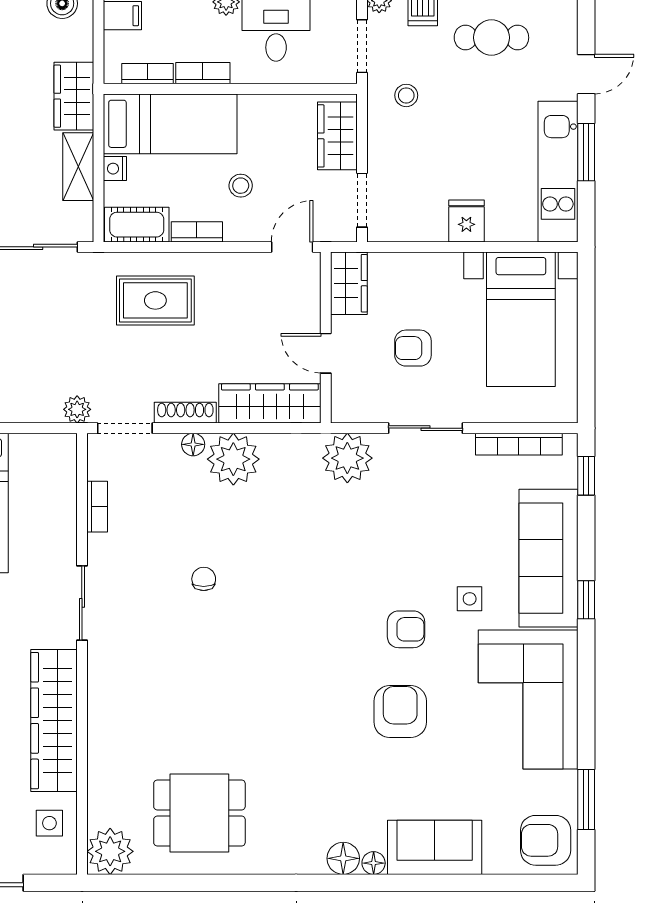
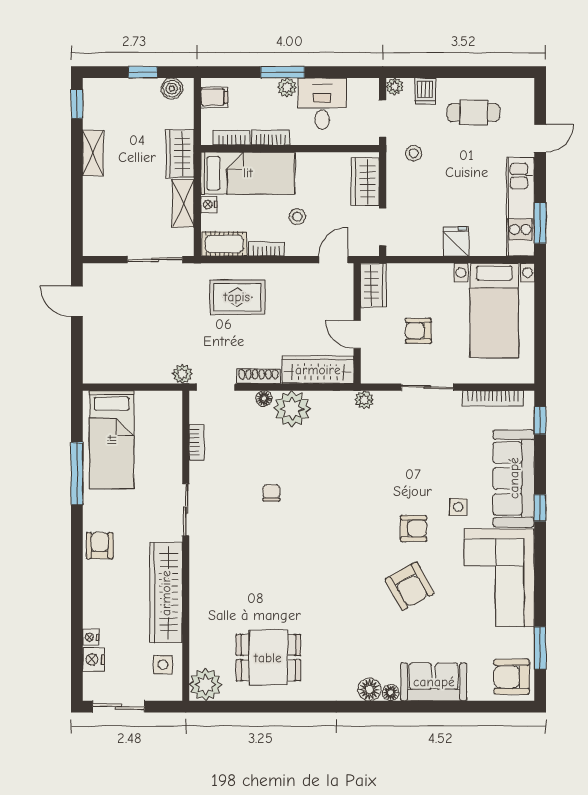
window: (586, 152) -> (540, 223), moved
plant: (347, 458) -> (364, 400), width x0.53, depth x0.53
armchair: (400, 712) -> (409, 586), turned 151

